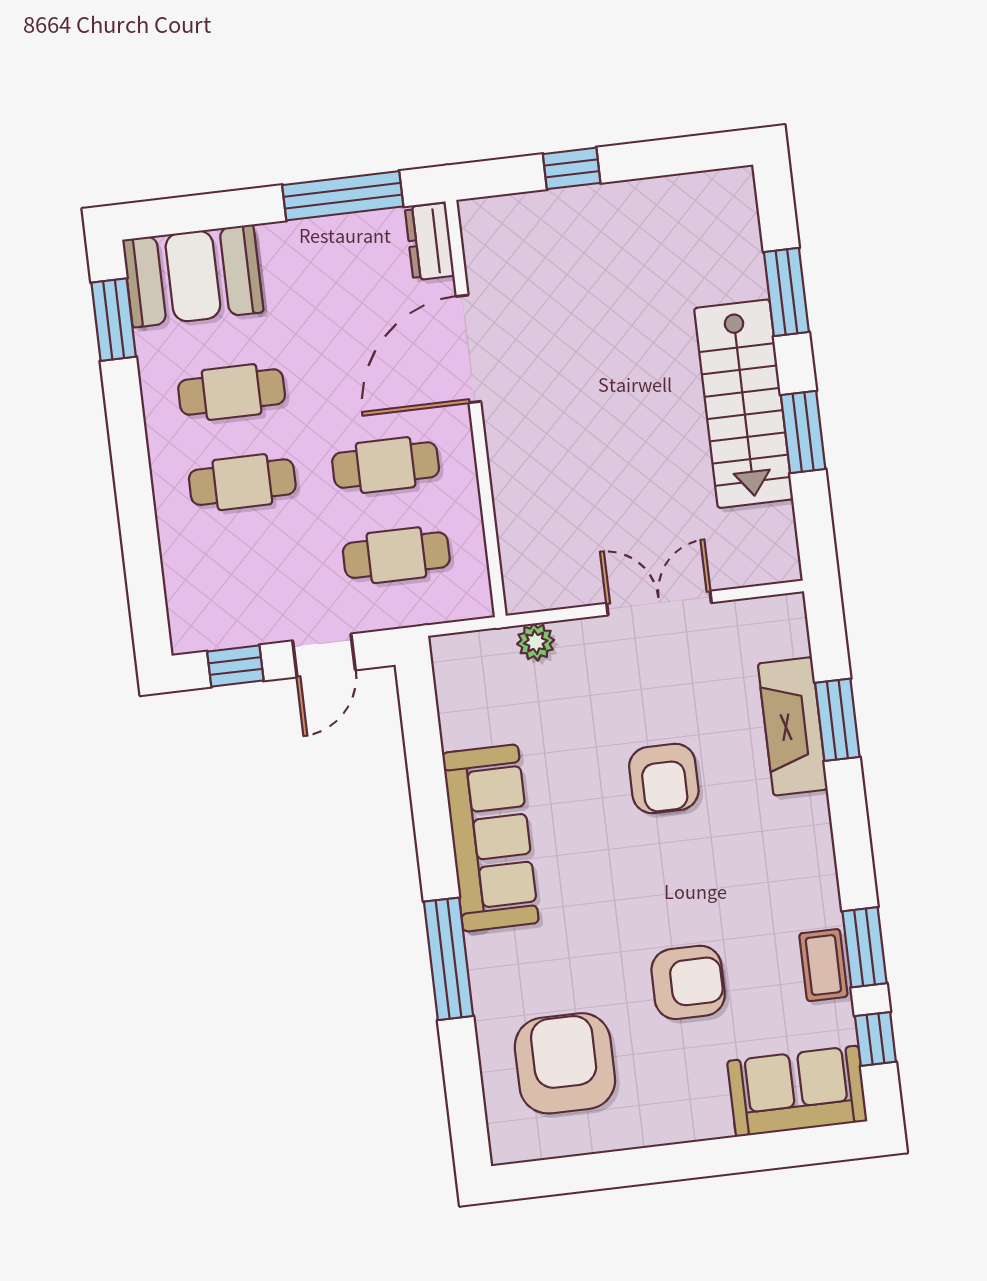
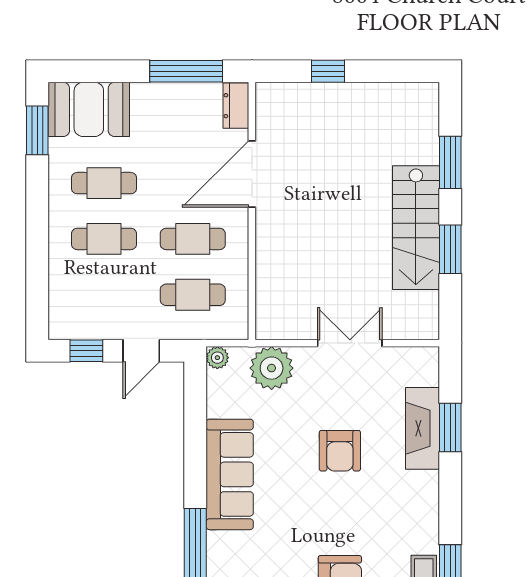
plant: (536, 642) -> (272, 368), width x1.87, depth x1.87
plant: (448, 652) -> (217, 358), added

